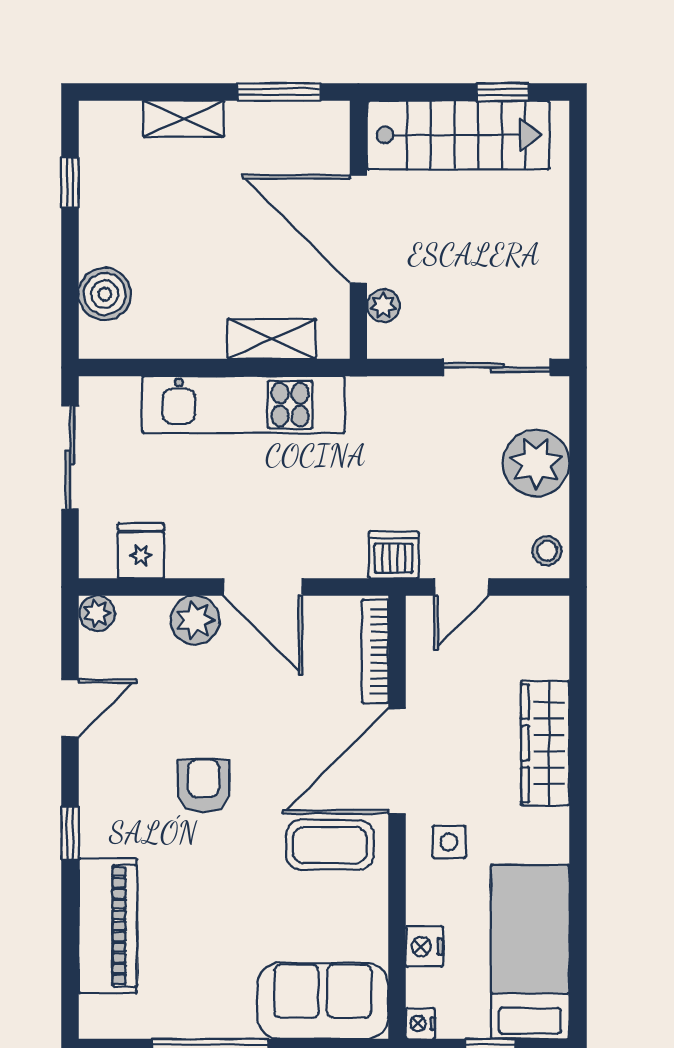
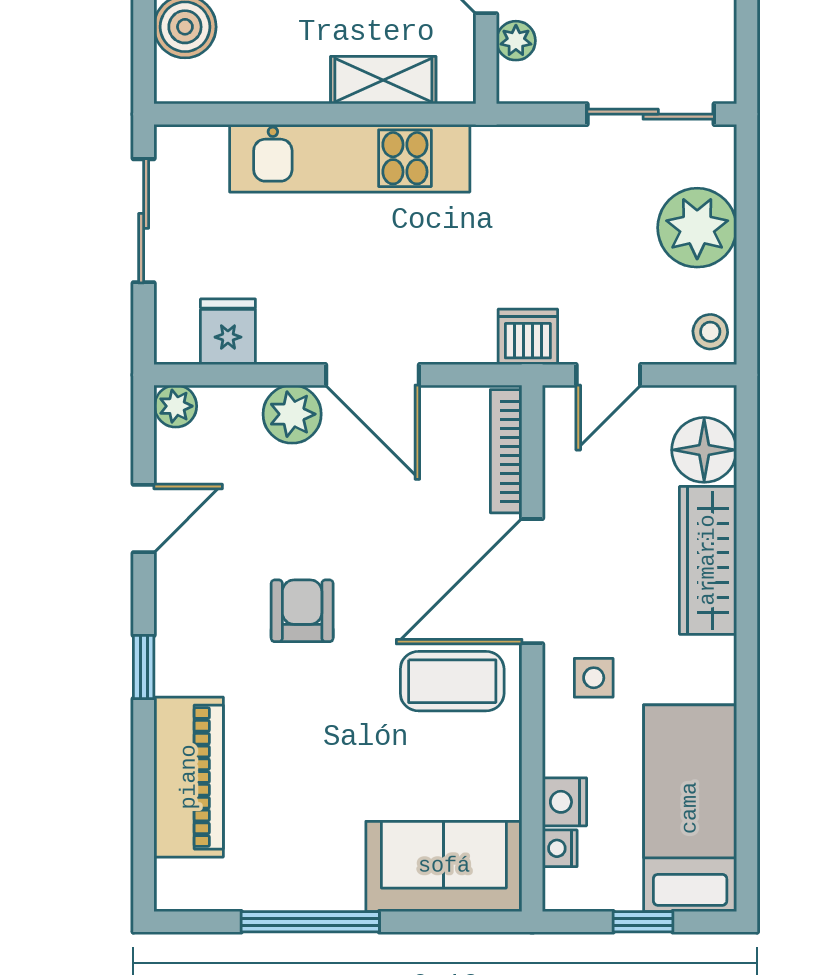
floor lamp: (542, 650) -> (704, 450), added
nightstand: (420, 1024) -> (560, 848), moved

